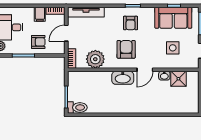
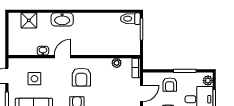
armchair: (38, 42) -> (170, 85), turned -90
plant: (95, 59) -> (117, 63), width x0.53, depth x0.53
washbasin: (123, 78) -> (62, 19), moved, turned 180
shower: (178, 79) -> (29, 20), moved

